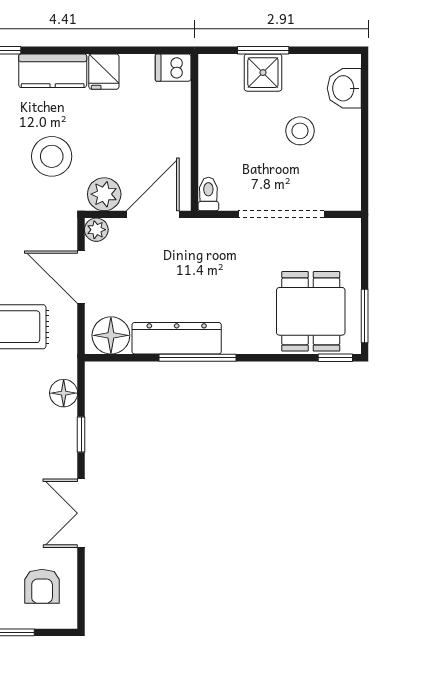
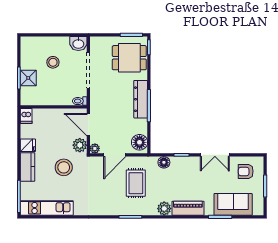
washbasin: (344, 88) -> (78, 44), moved
dresser: (177, 338) -> (141, 99), moved
armchair: (42, 586) -> (246, 171), turned 180

